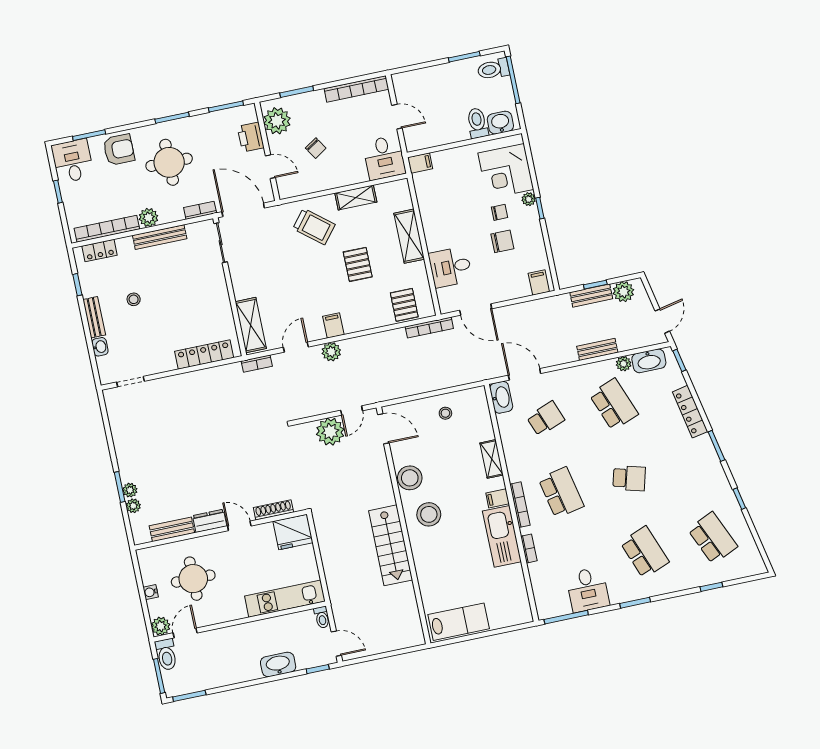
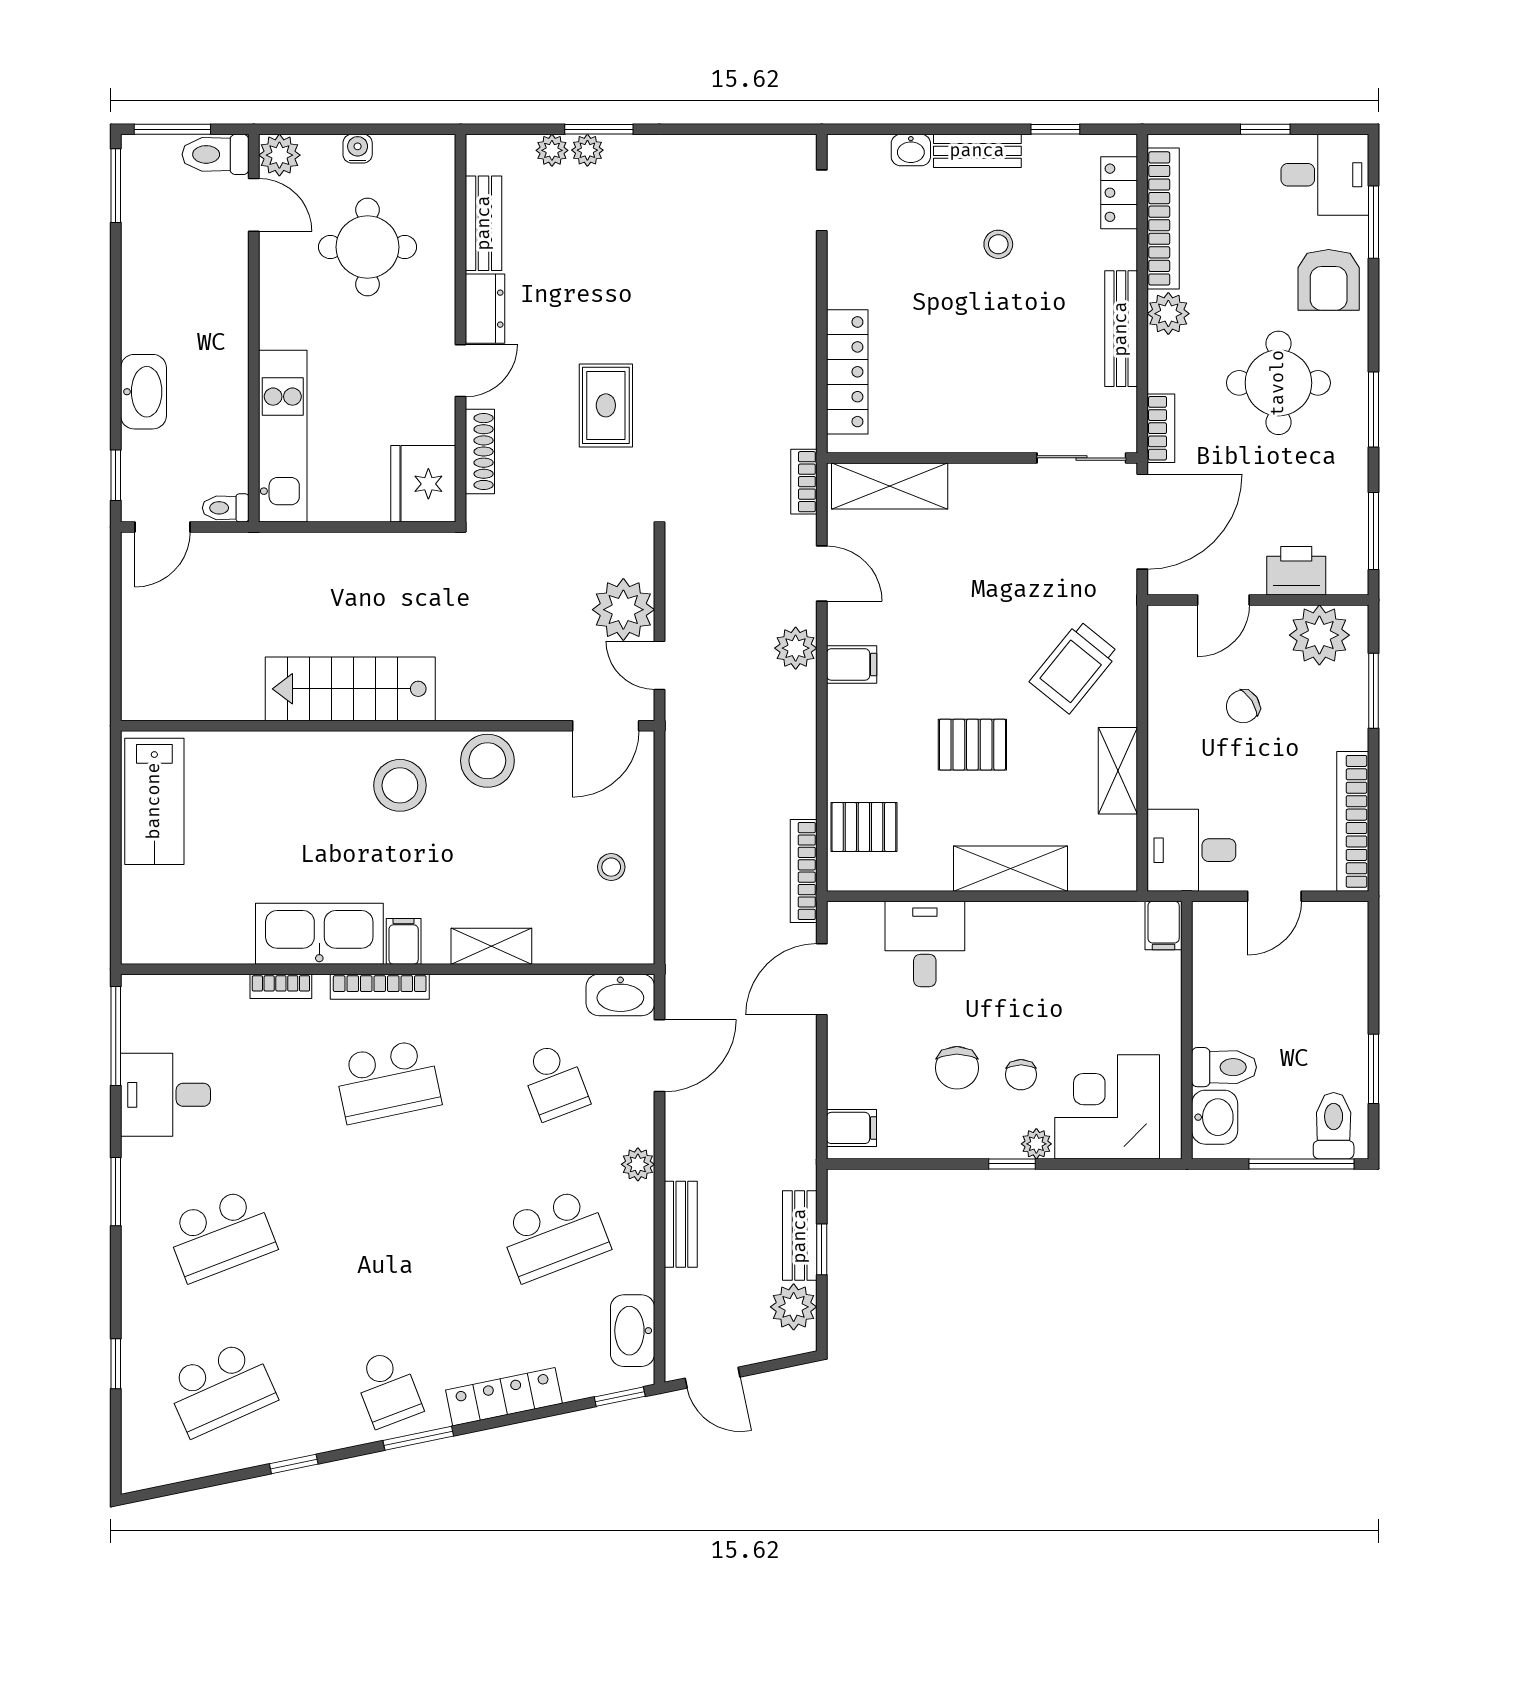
plant: (624, 364) -> (638, 1164), moved
rug: (241, 458) -> (606, 405), added
school desk: (629, 478) -> (388, 1389), moved, turned -36

